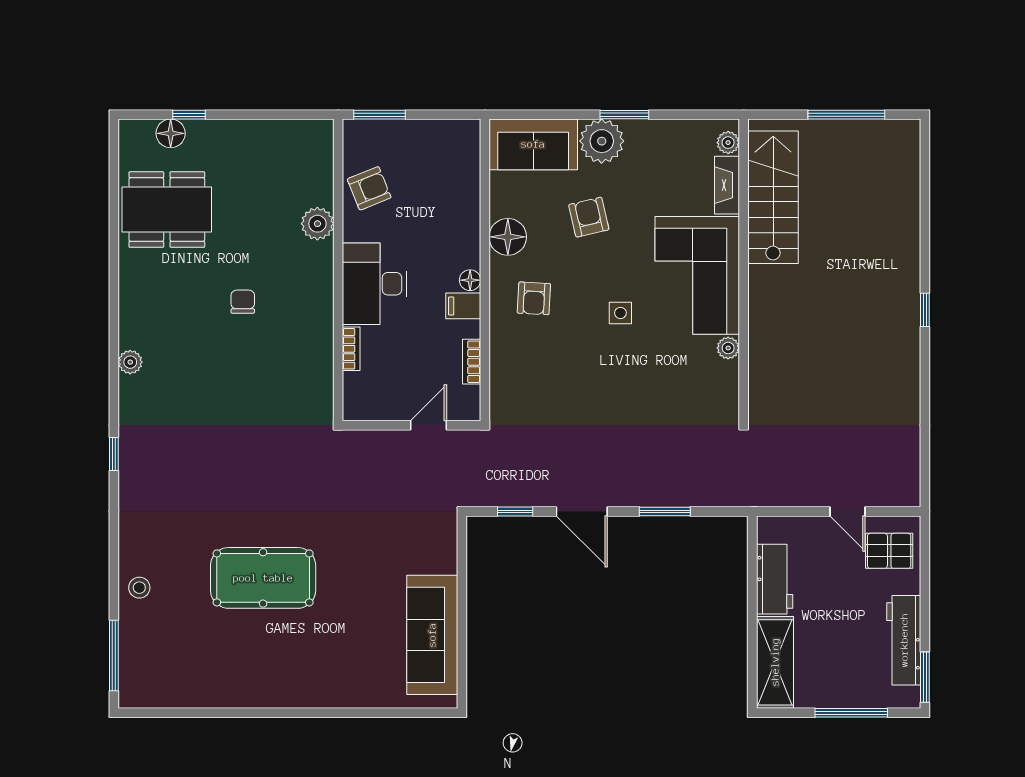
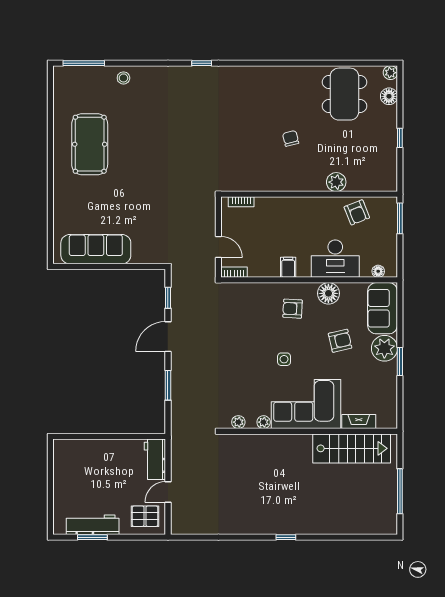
window: (189, 115) -> (400, 138), moved
plant: (728, 143) -> (238, 422), moved
floor lamp: (470, 280) -> (378, 271), moved
desk: (375, 284) -> (335, 259), moved, turned 180
chair: (243, 302) -> (291, 138), turned -104
bookcase: (351, 349) -> (241, 202), moved
plant: (130, 362) -> (390, 73), moved
bookcase: (472, 362) -> (234, 272), moved
pallet: (889, 551) -> (145, 516), turned 90
pool table: (263, 578) -> (90, 144), moved
workbench: (775, 579) -> (155, 459), moved, turned 90
shelving: (775, 662) -> (80, 450), removed
window: (925, 677) -> (92, 537), moved
window: (851, 713) -> (50, 494), removed

